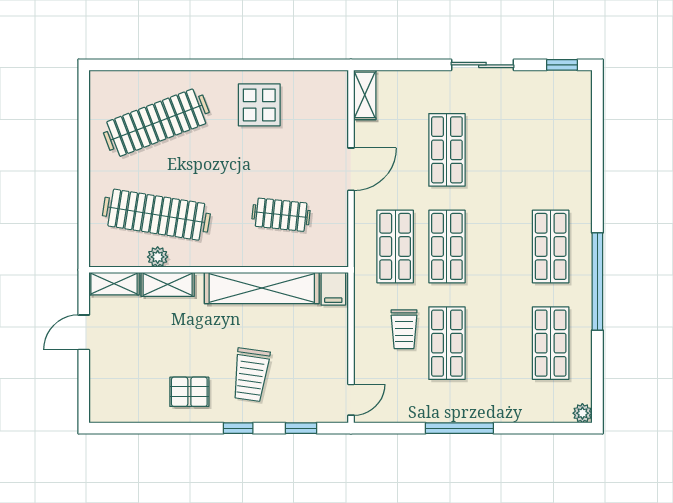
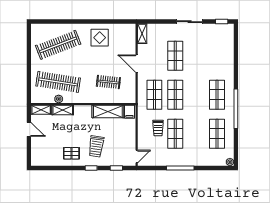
door: (351, 169) -> (137, 64), swing flipped
shelving: (262, 288) -> (108, 112), width x0.68
door: (84, 332) -> (29, 129), swing flipped

